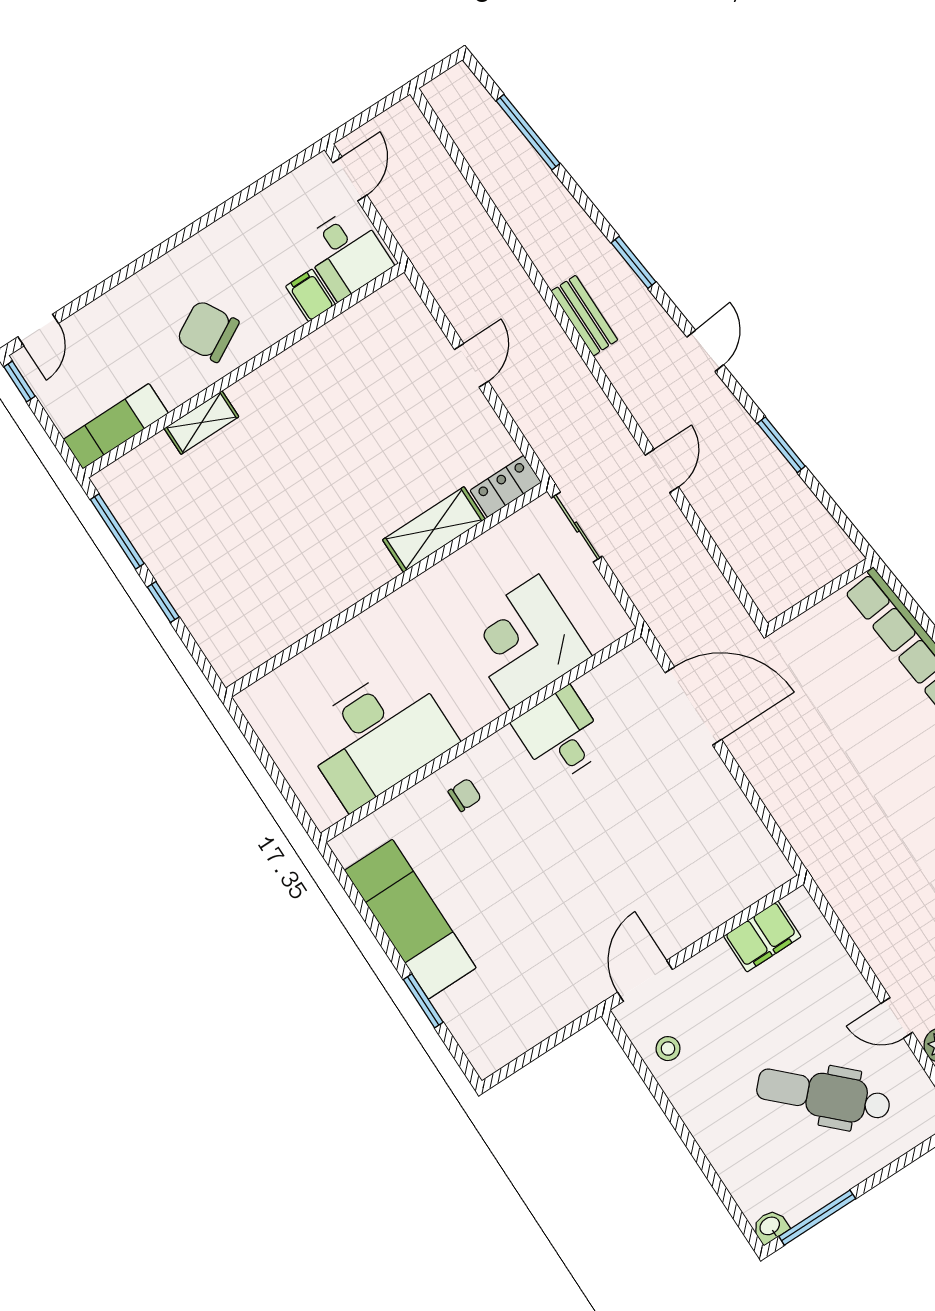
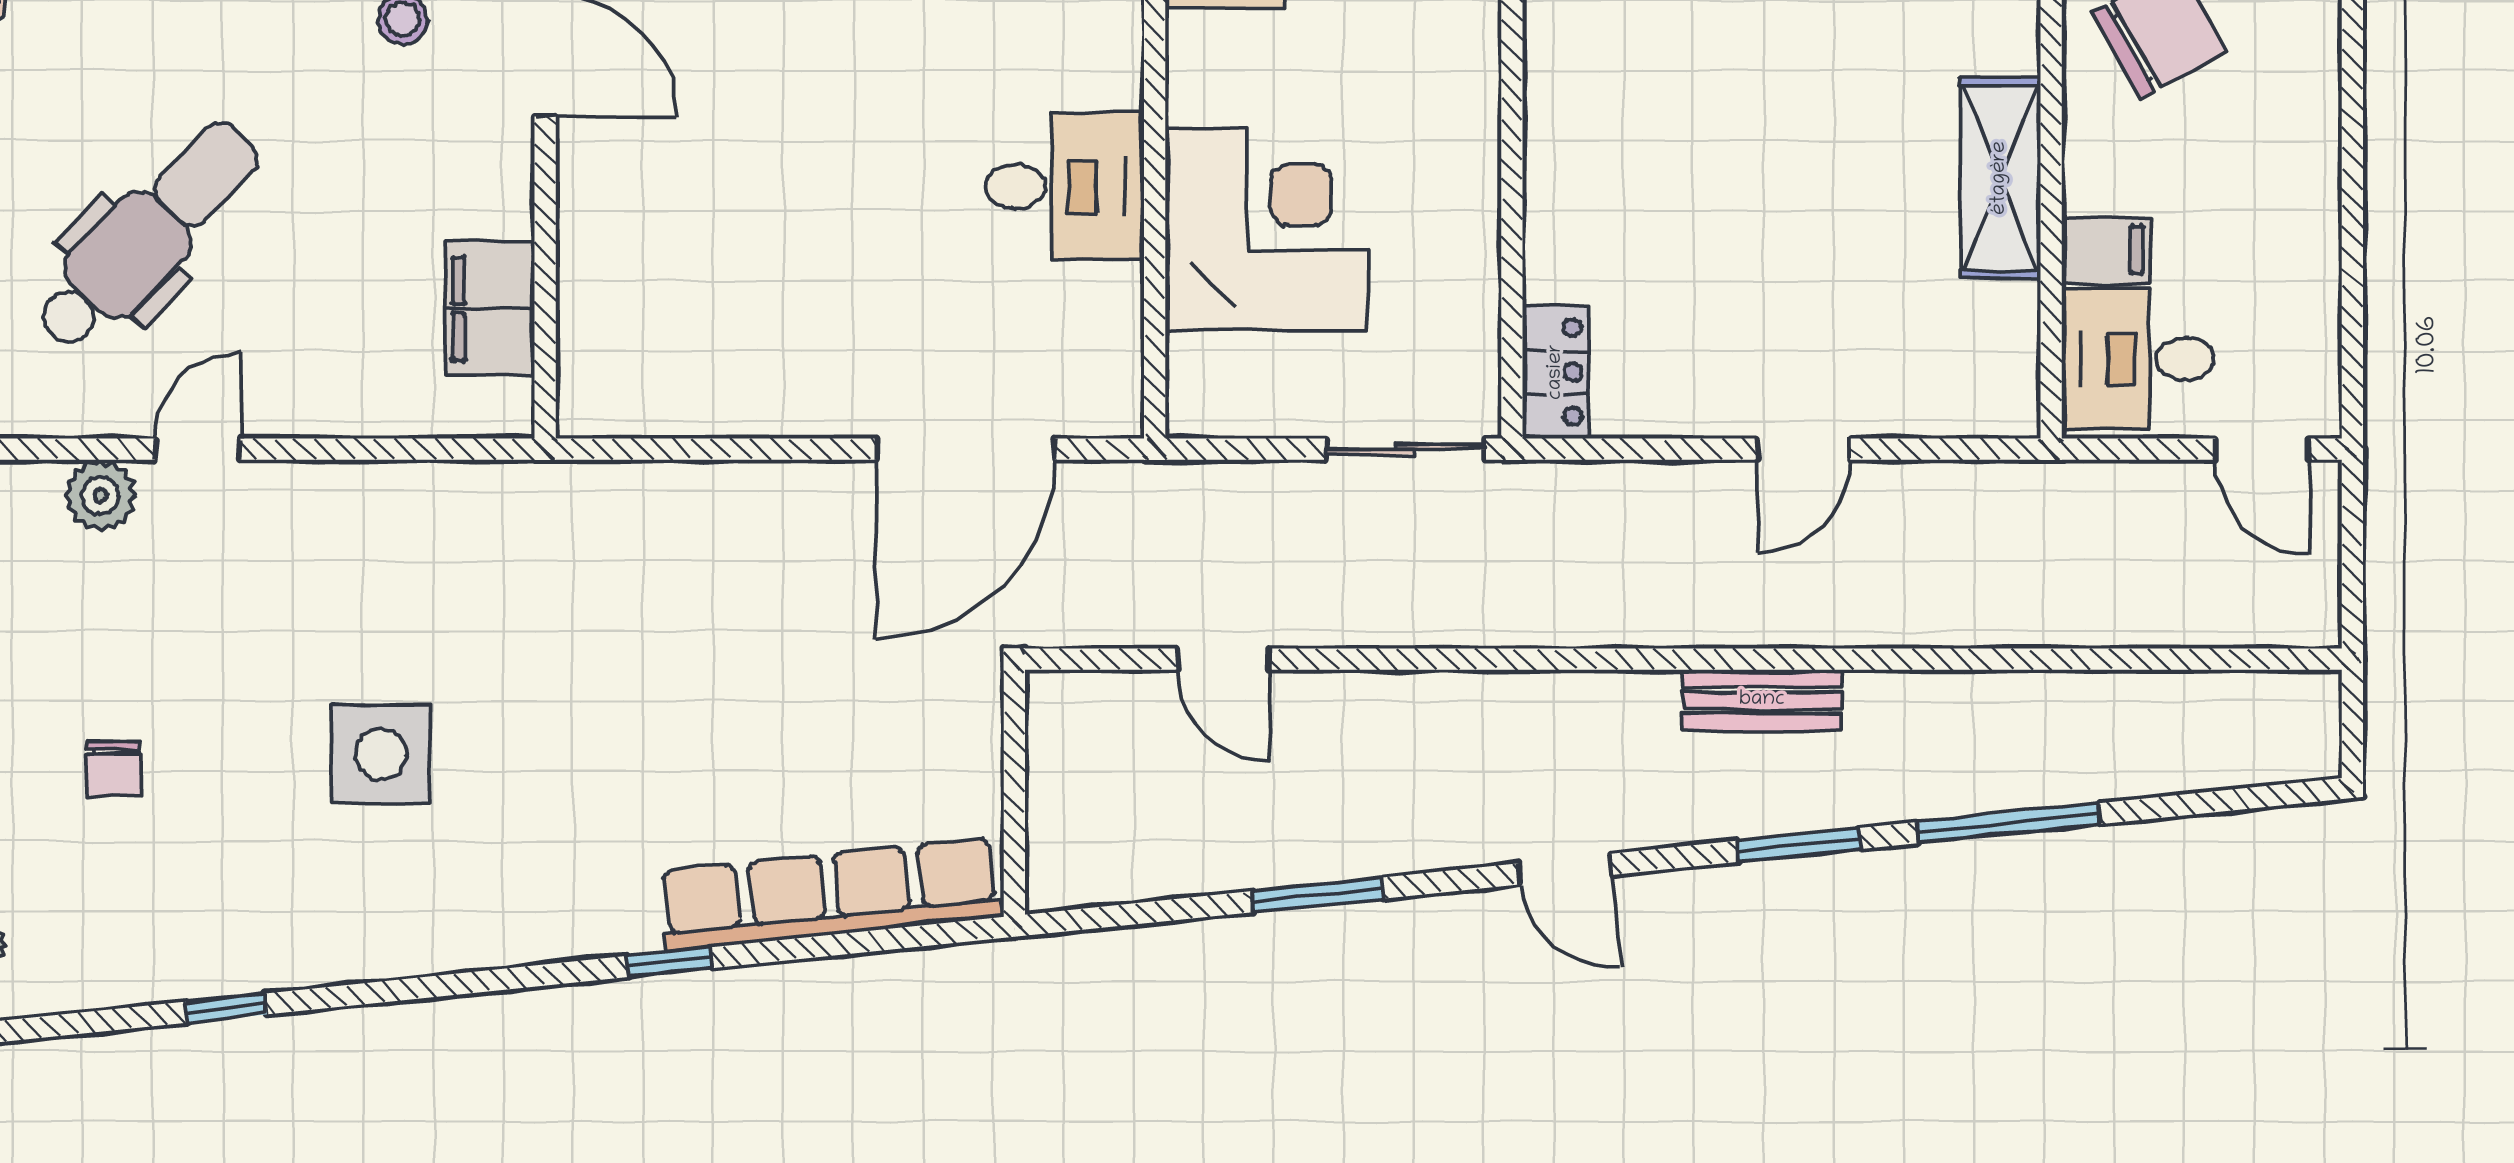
window: (528, 132) -> (2008, 823), moved
door: (471, 365) -> (1804, 449), hinge flipped
door: (662, 471) -> (1223, 659), moved
shelving: (434, 529) -> (2000, 178), moved

